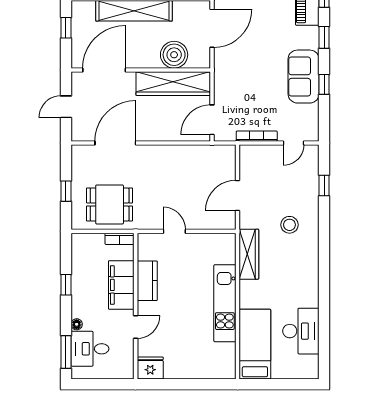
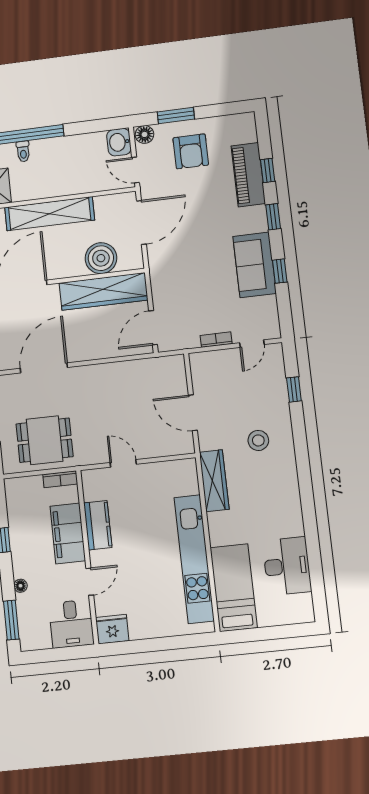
bookcase: (257, 136) -> (216, 340), width x0.64
door: (237, 195) -> (193, 413), hinge flipped
kitchen unit: (225, 303) -> (194, 559), width x1.36
desk: (90, 349) -> (71, 624), moved, turned -90

